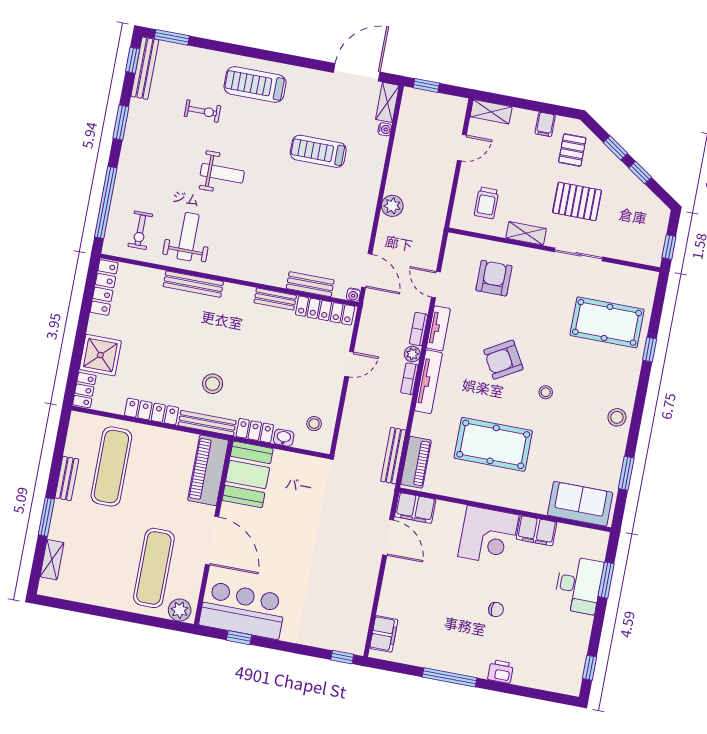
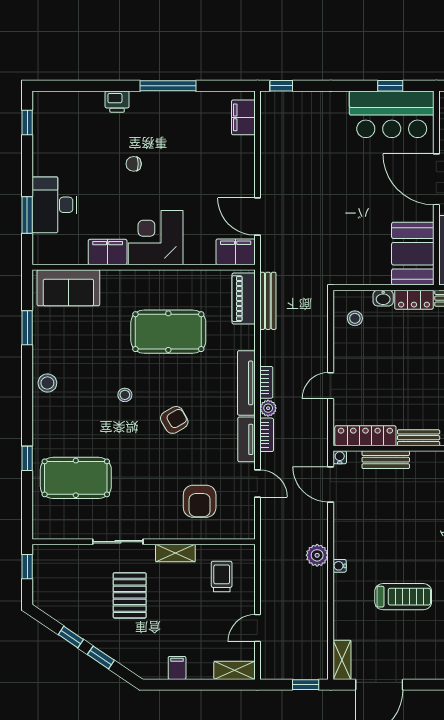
water cooler: (385, 129) -> (340, 566), moved
pallet: (572, 150) -> (144, 647), removed
pallet: (577, 201) -> (130, 595), turned 90
armchair: (503, 360) -> (174, 420), width x0.72, depth x0.72

